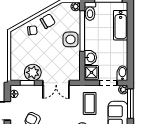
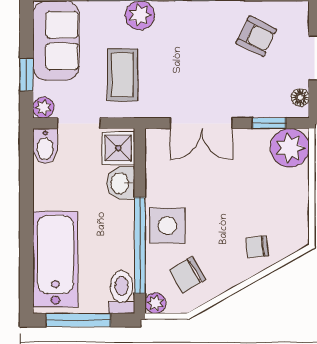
chair: (48, 21) -> (187, 275), moved
bathtub: (121, 25) -> (55, 259), width x1.36, depth x1.36
plant: (33, 72) -> (290, 148), moved
double door: (56, 83) -> (201, 123), swing flipped
window: (130, 104) -> (26, 75), width x0.46

